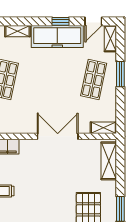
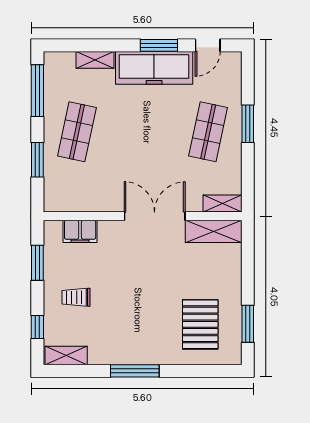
window: (60, 21) -> (159, 45), width x1.50
shelving: (110, 39) -> (233, 71), removed
shelving: (109, 161) -> (214, 231), moved, turned 90

